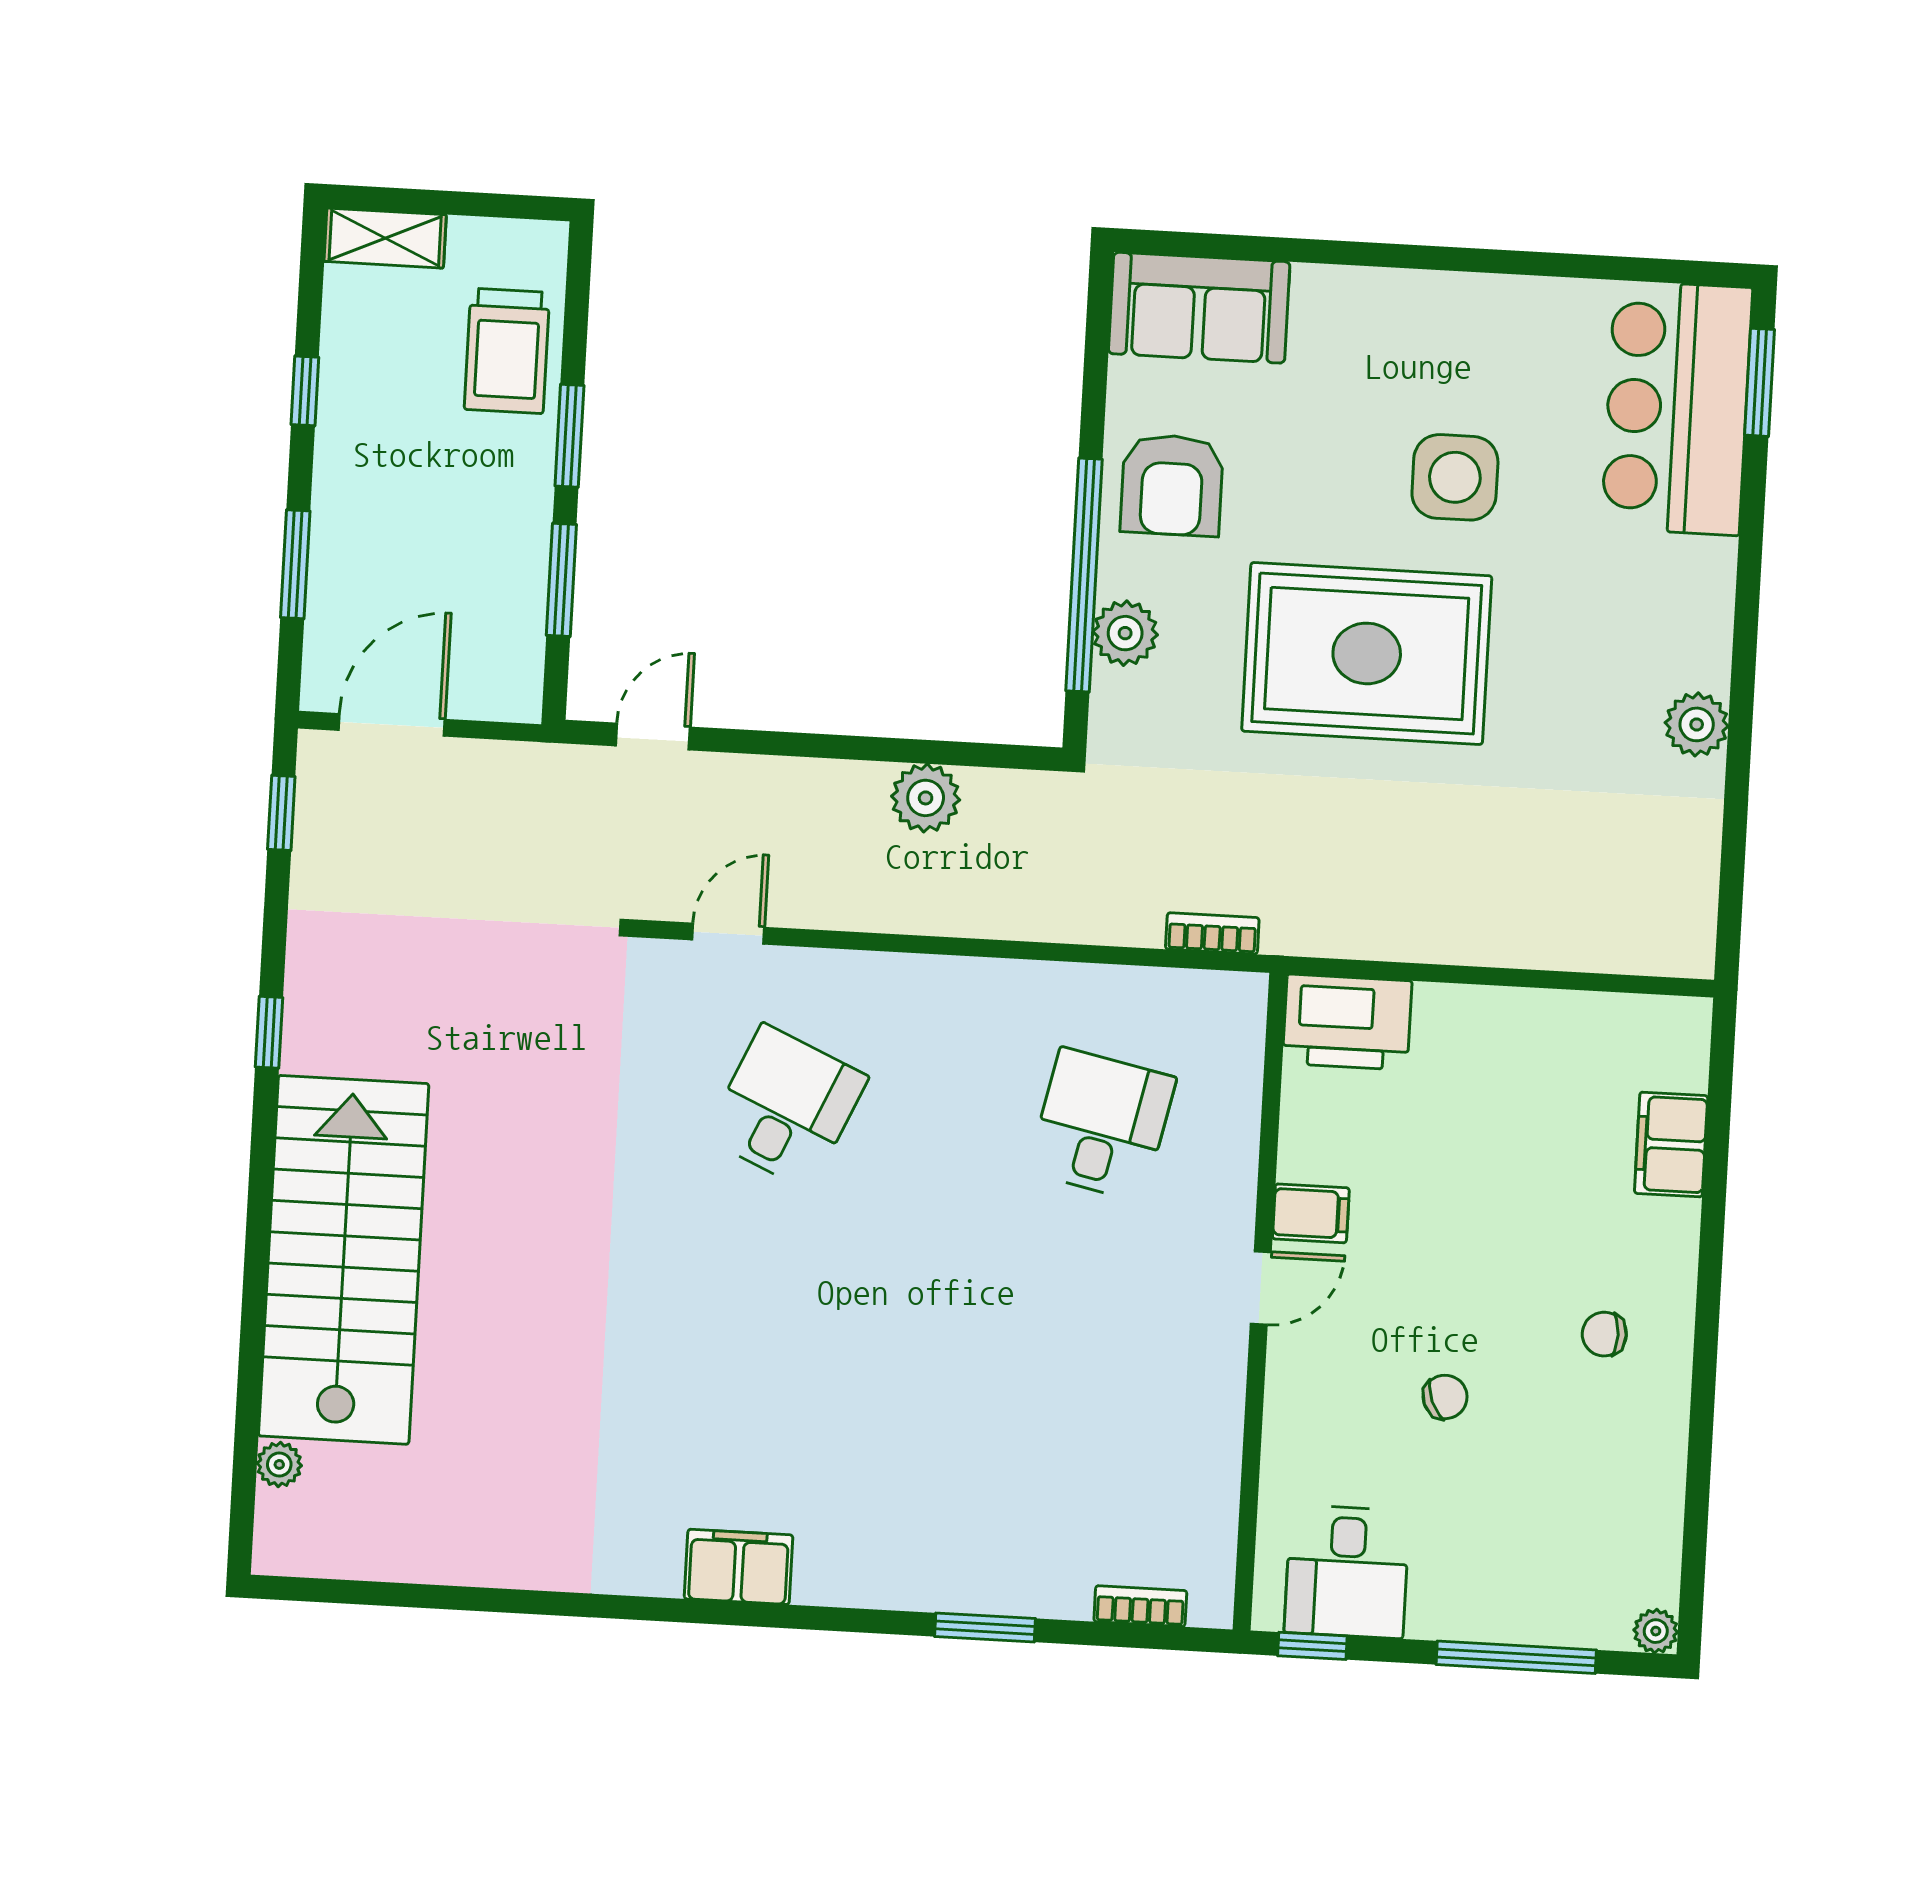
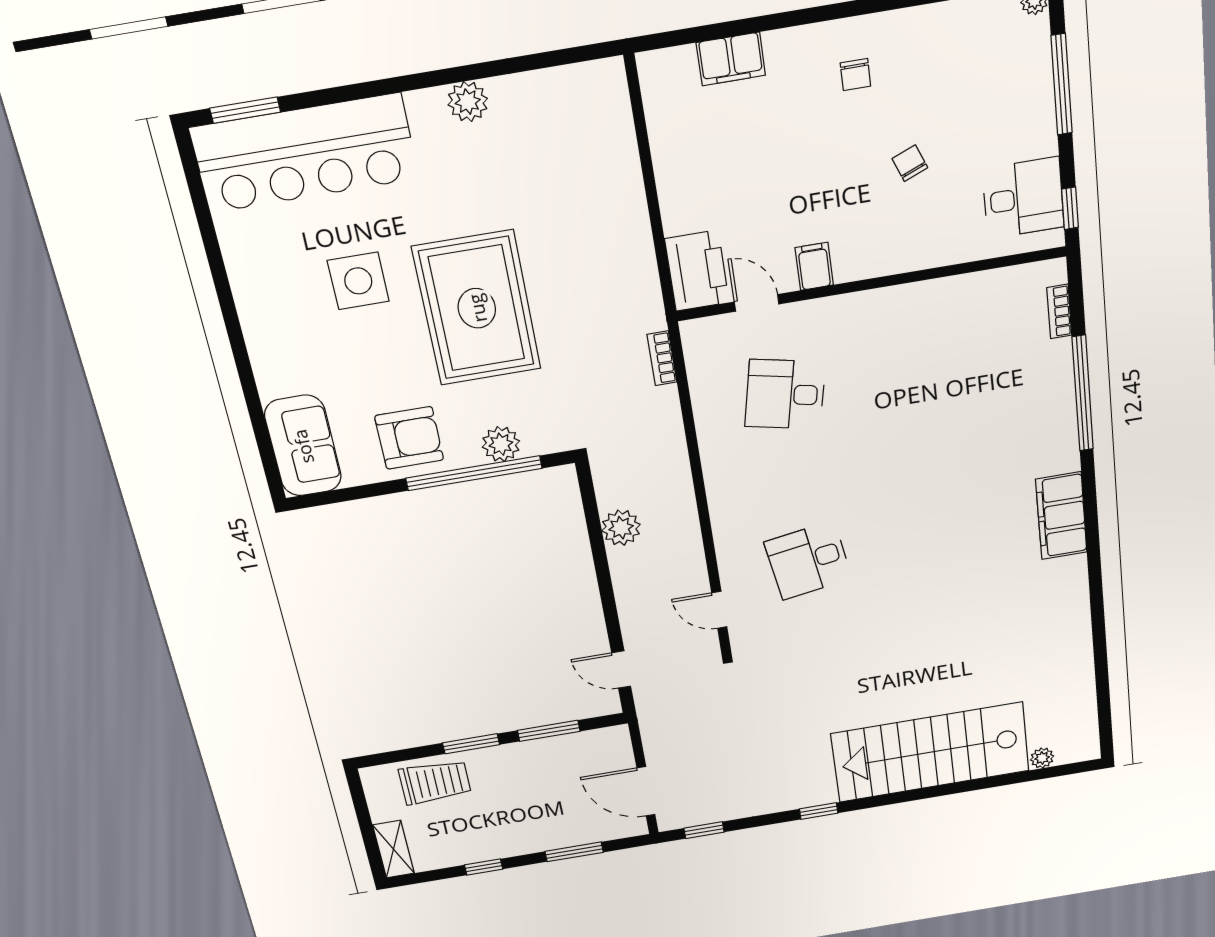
bar counter: (1677, 408) -> (305, 153), width x1.36
desk: (786, 1107) -> (808, 560), turned -33
door: (1261, 1288) -> (757, 303), moved
filing cabinet: (739, 1567) -> (1061, 516), width x1.50, depth x1.17
window: (985, 1628) -> (1083, 393), width x2.11

